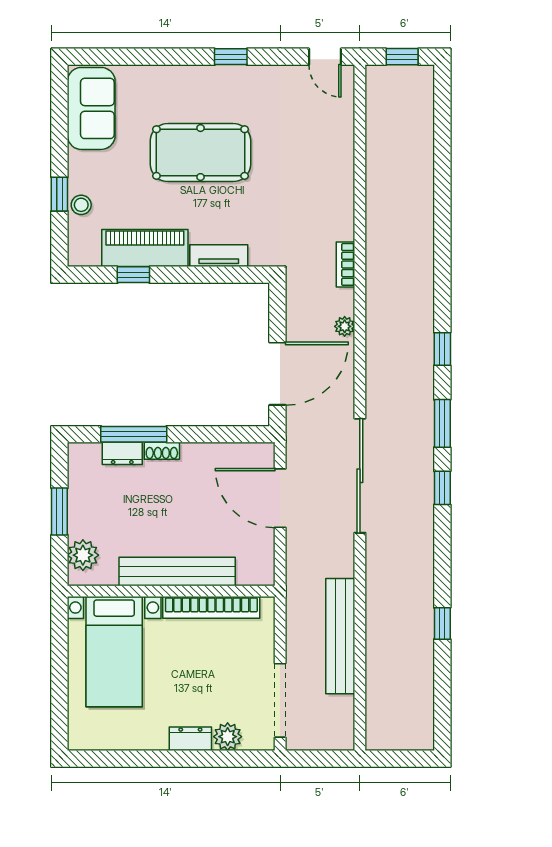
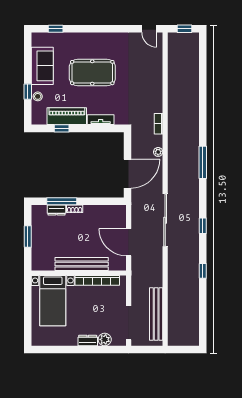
window: (231, 57) -> (56, 29), moved
sofa: (91, 108) -> (42, 66), moved
window: (442, 349) -> (203, 162), width x2.17
window: (442, 423) -> (203, 196), removed
door: (280, 498) -> (129, 242), moved
plant: (83, 555) -> (39, 257), removed
window: (442, 623) -> (203, 271), moved
bench: (340, 636) -> (156, 314), moved

